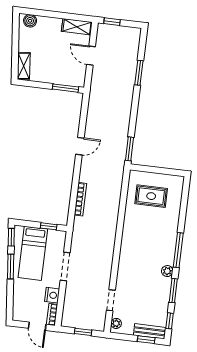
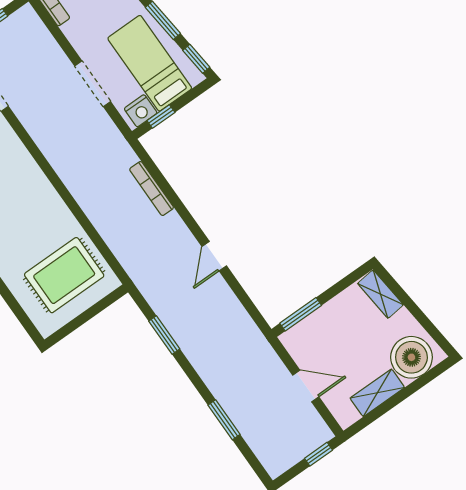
boiler: (30, 21) -> (411, 357), width x1.86, depth x1.86
shelving: (77, 27) -> (377, 393), moved
window: (130, 149) -> (164, 335), moved
rug: (151, 196) -> (64, 275), width x1.36, depth x1.43
nightstand: (52, 295) -> (141, 111), moved, turned -90

